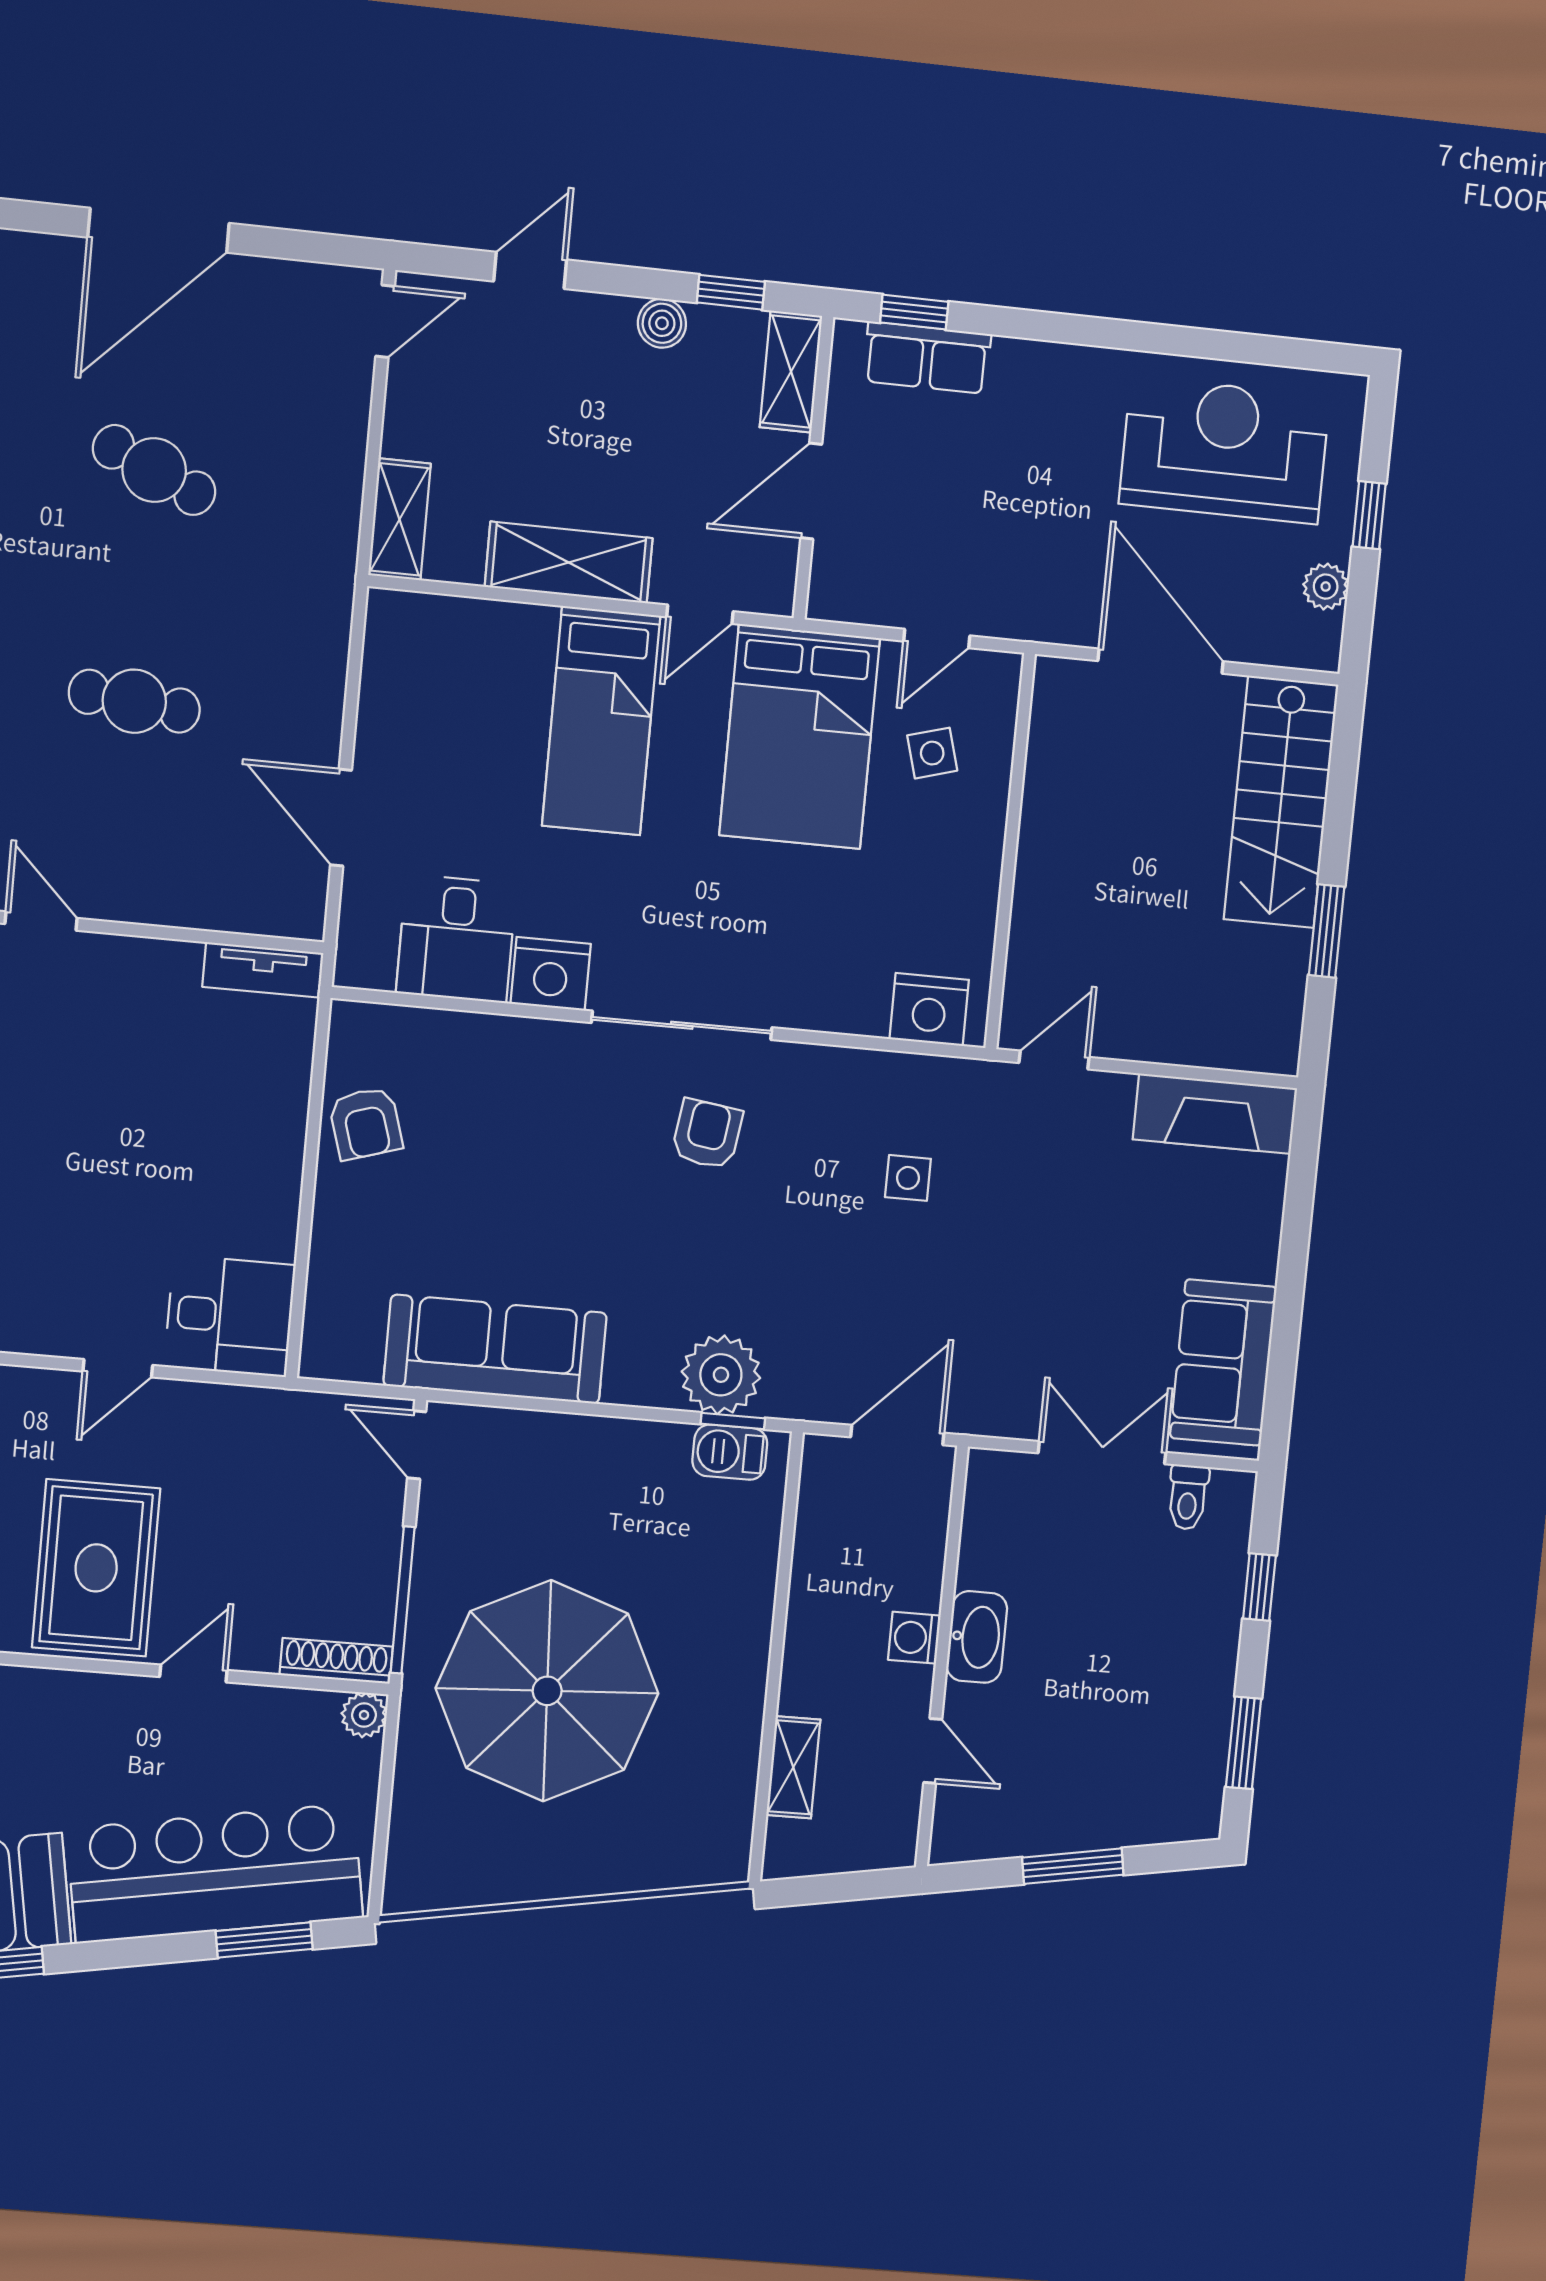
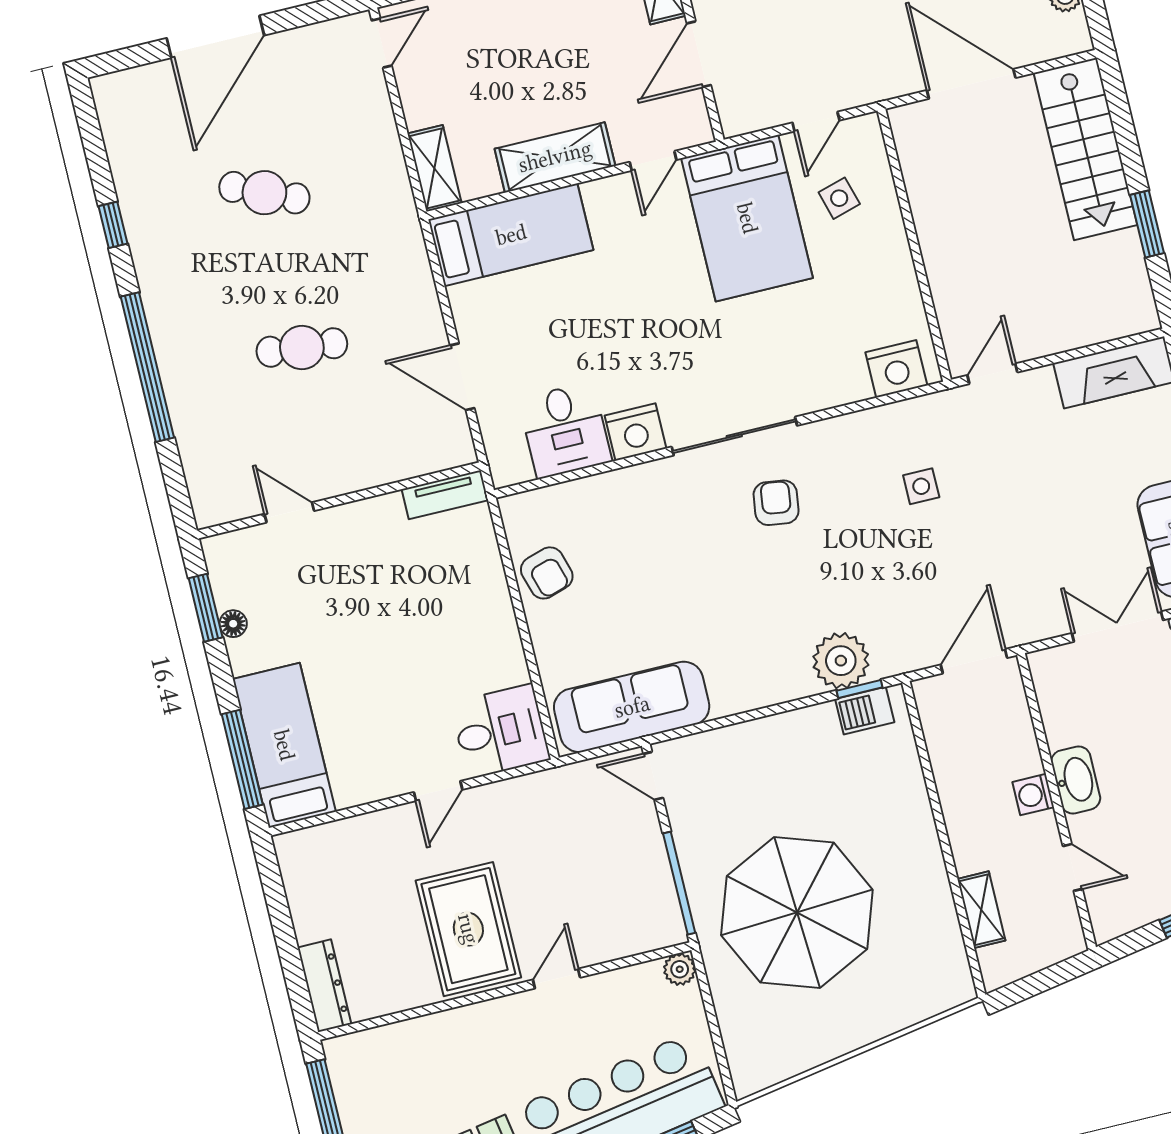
bed: (601, 721) -> (511, 235), moved, turned -90
sofa: (495, 1349) -> (632, 707), moved
shoe rack: (336, 1661) -> (649, 939), removed

